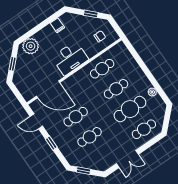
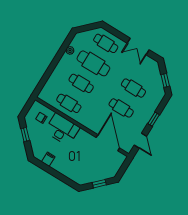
plant: (31, 46) -> (77, 175), removed
desk: (70, 58) -> (62, 129), moved
double door: (127, 159) -> (138, 46), swing flipped

